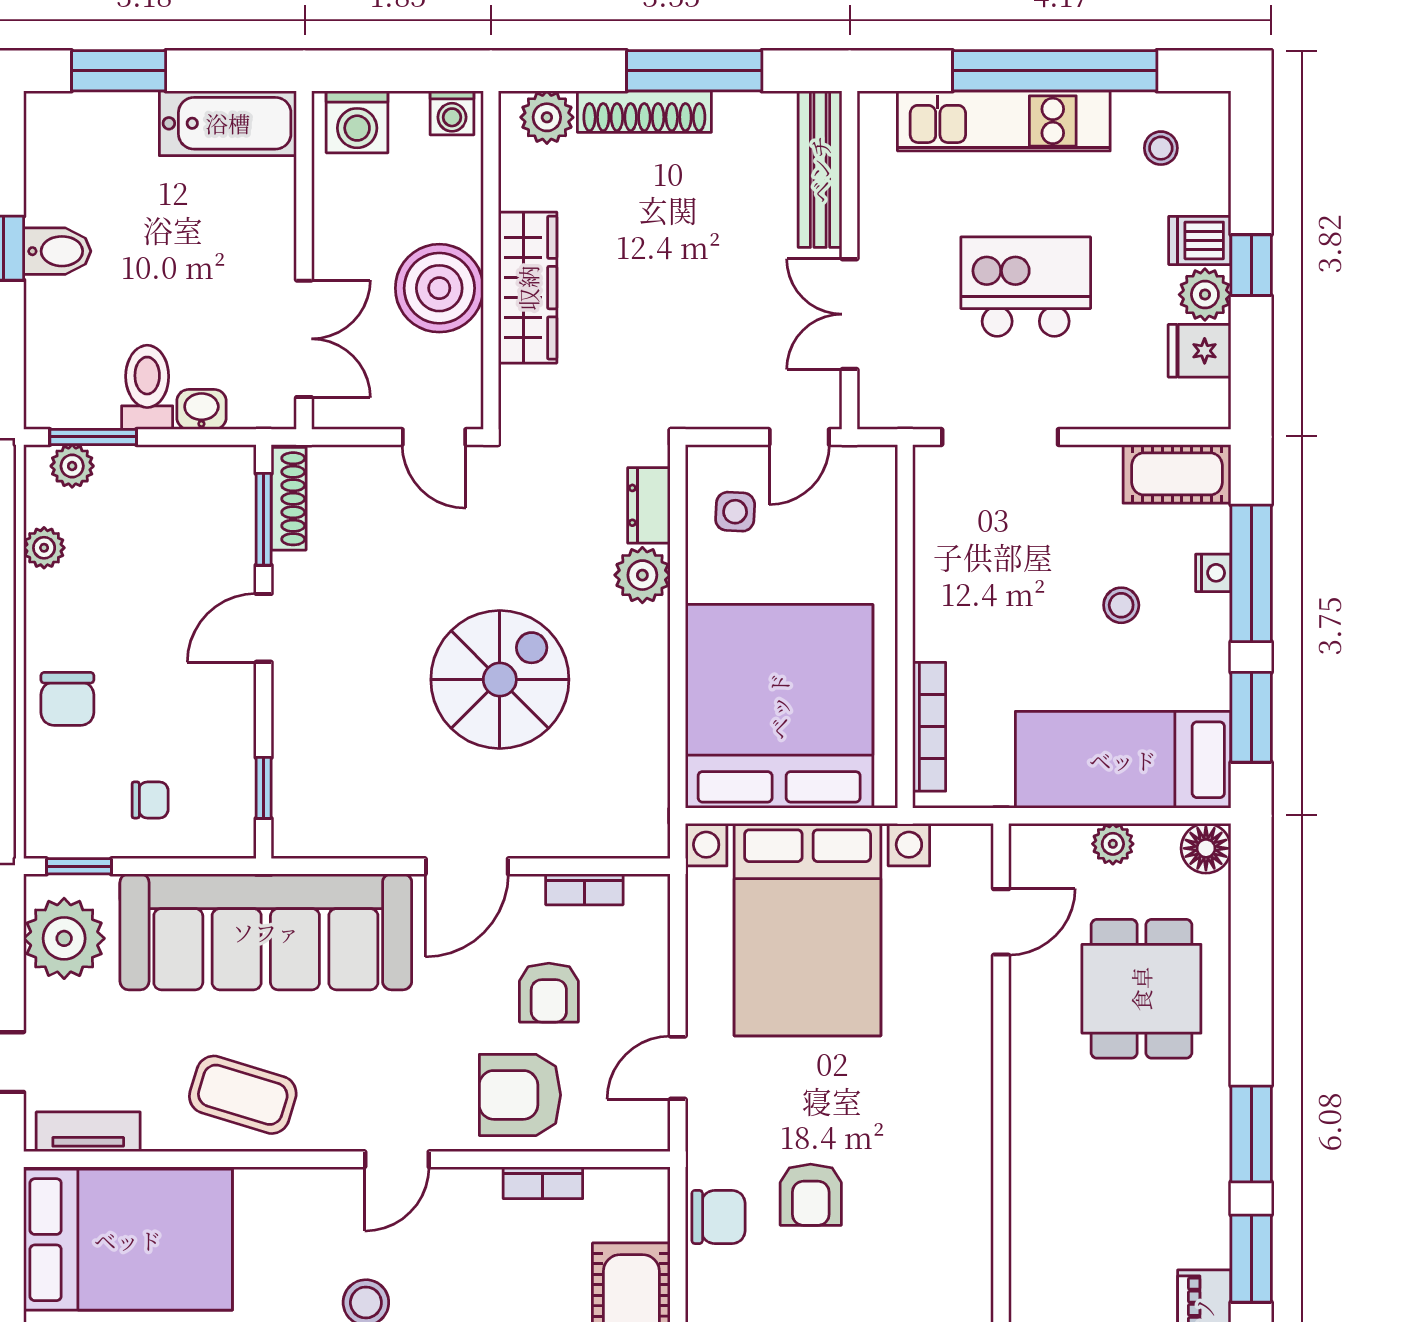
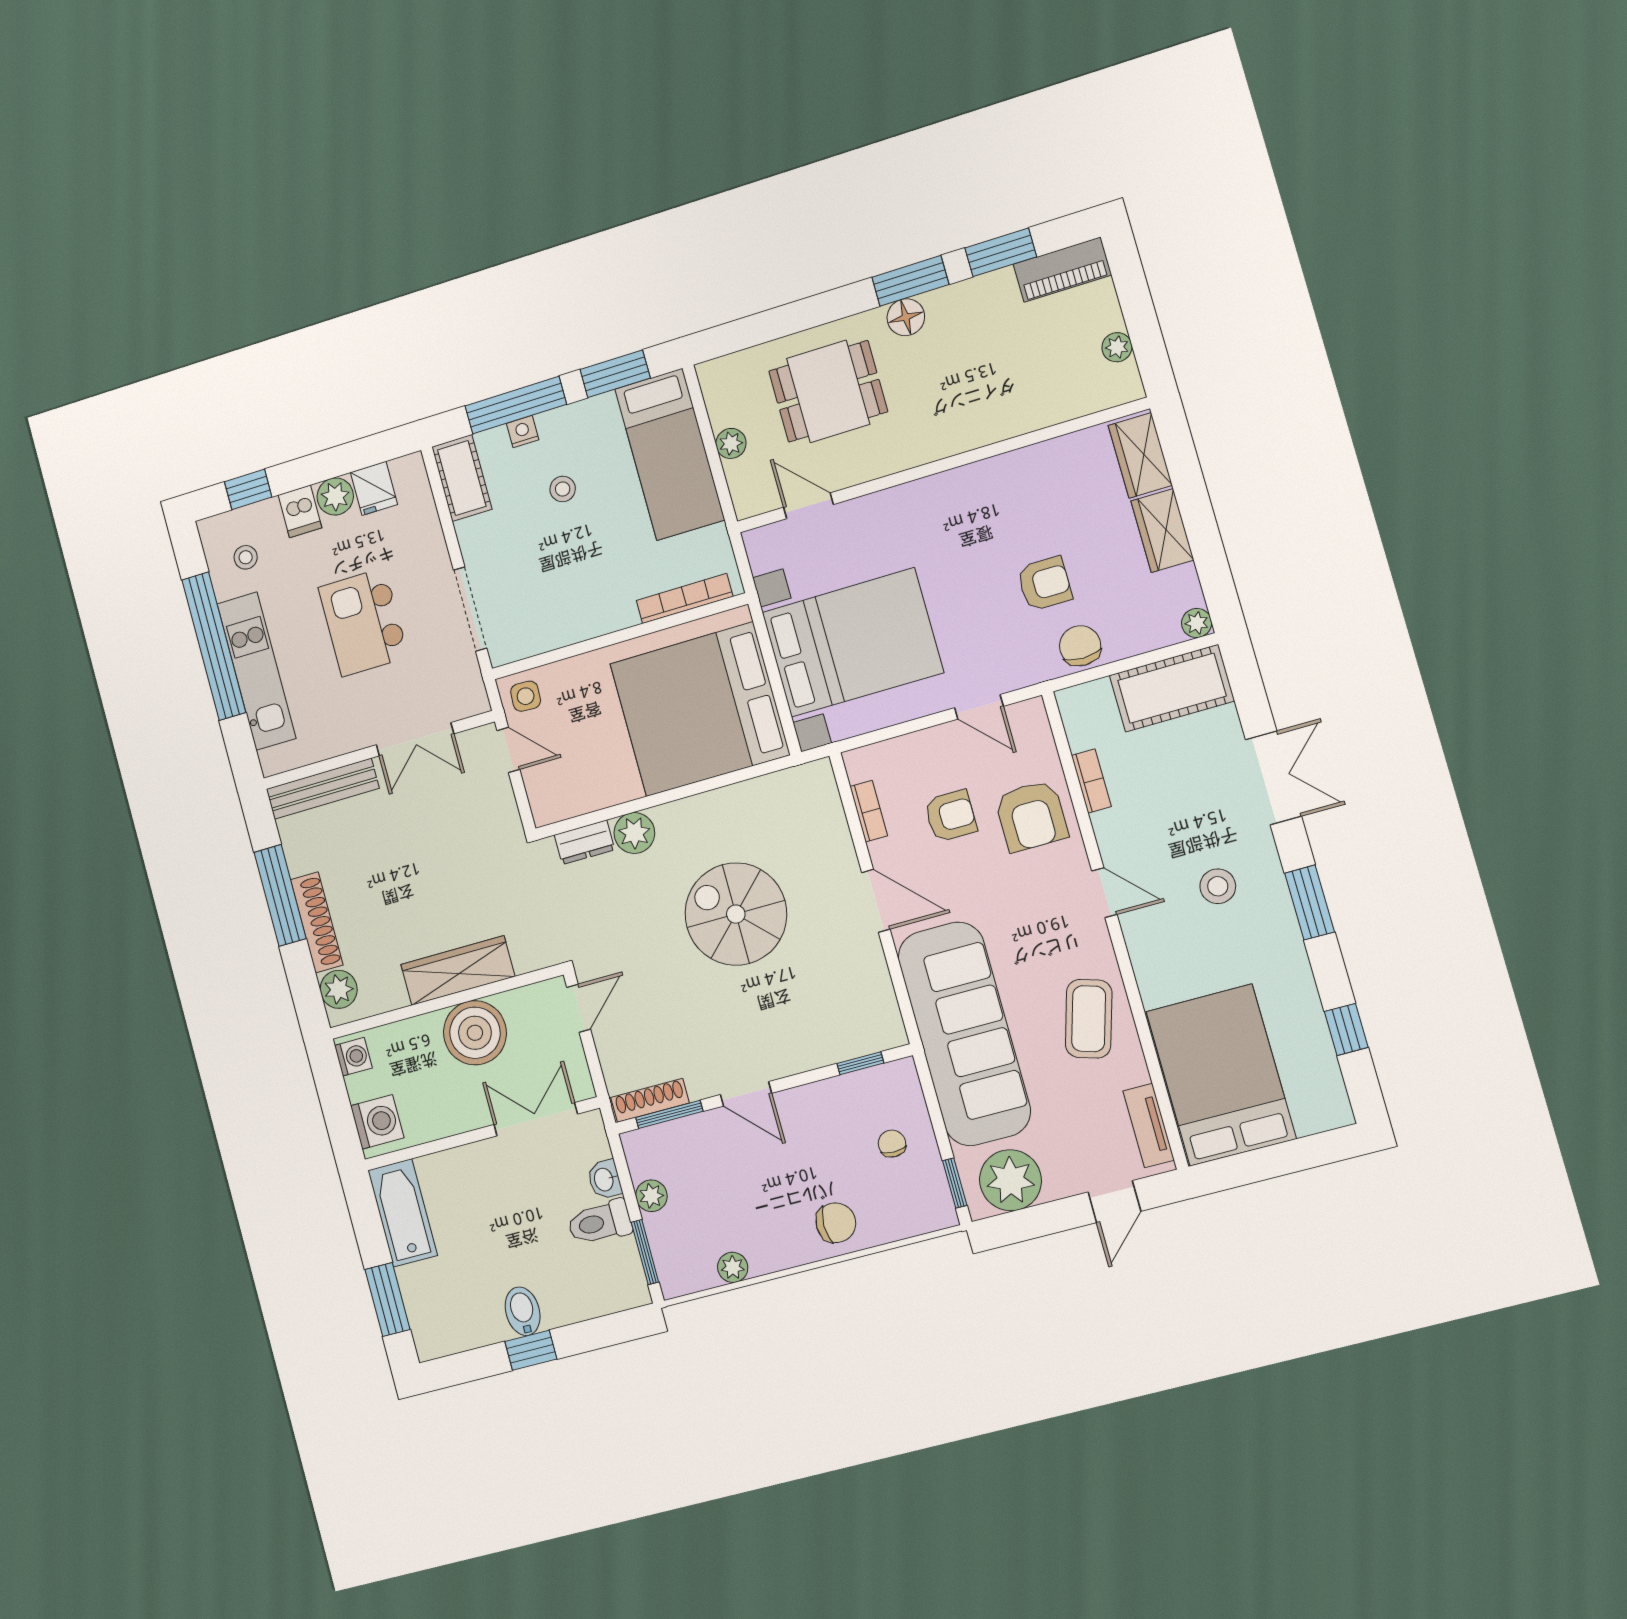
window: (1251, 265) -> (248, 489), moved
plant: (72, 466) -> (651, 1196), moved
side table: (735, 512) -> (526, 696), moved
floor lamp: (1206, 848) -> (906, 317), moved

